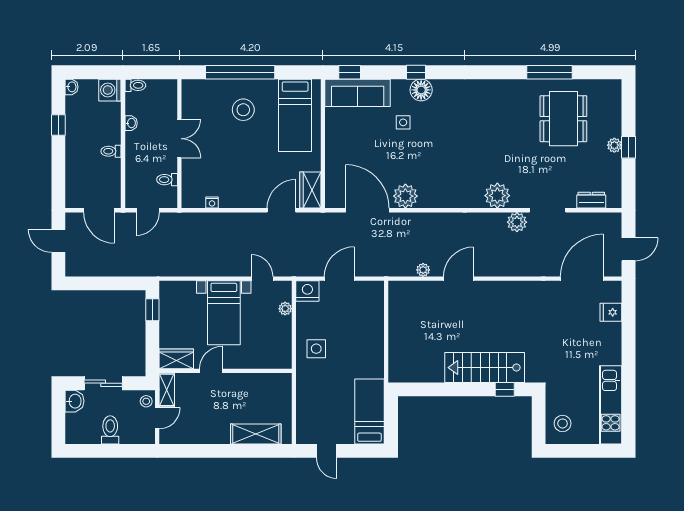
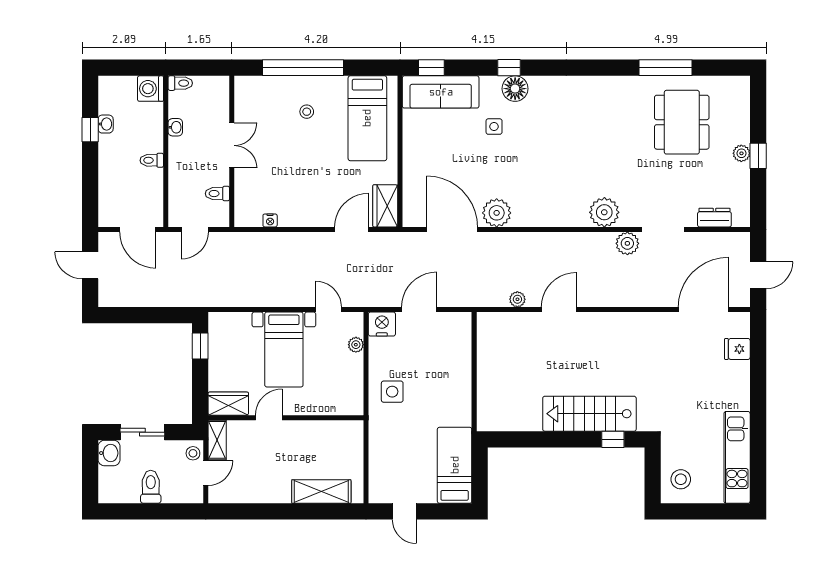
washbasin: (72, 87) -> (106, 124), moved
stool: (243, 110) -> (307, 112), width x0.53, depth x0.53

